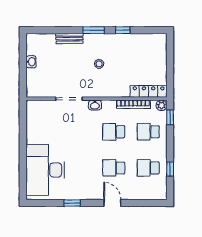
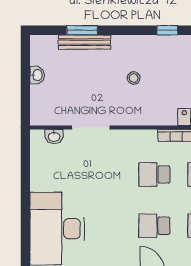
window: (94, 30) -> (82, 30), moved
bench: (69, 39) -> (84, 42), width x1.36
washbasin: (95, 105) -> (54, 137), moved

